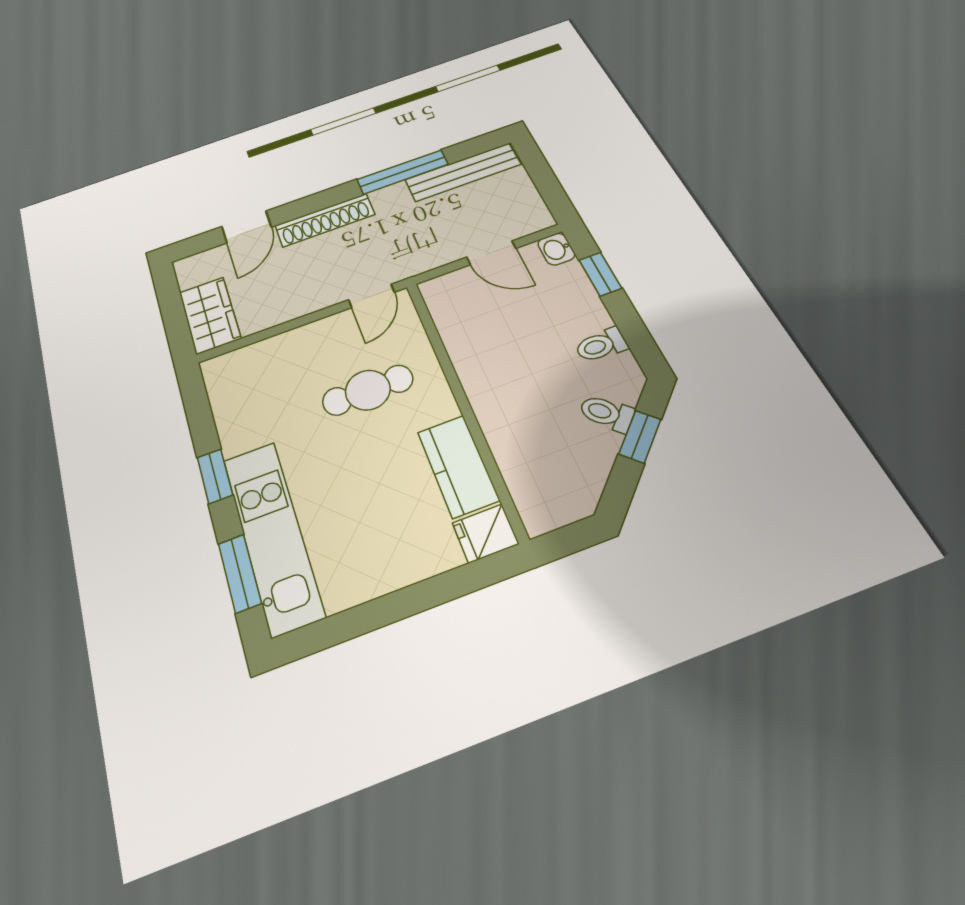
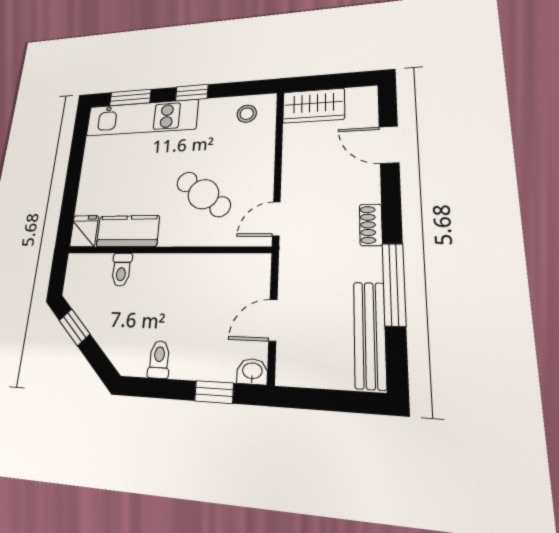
shoe rack: (325, 220) -> (371, 225), width x0.51, depth x0.81
door: (371, 296) -> (276, 219), hinge flipped
stool: (236, 387) -> (247, 114), added
cafe table: (368, 390) -> (203, 194), turned -53
toilet: (607, 413) -> (121, 270), moved, turned 135
window: (640, 437) -> (74, 327), moved

